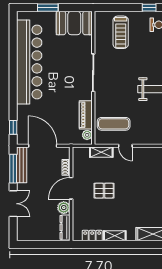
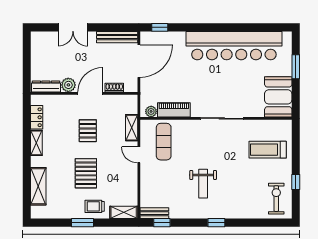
door: (125, 146) -> (139, 155), hinge flipped
window: (13, 169) -> (113, 27), removed
door: (71, 188) -> (90, 93), hinge flipped
pallet: (141, 192) -> (86, 173), added

